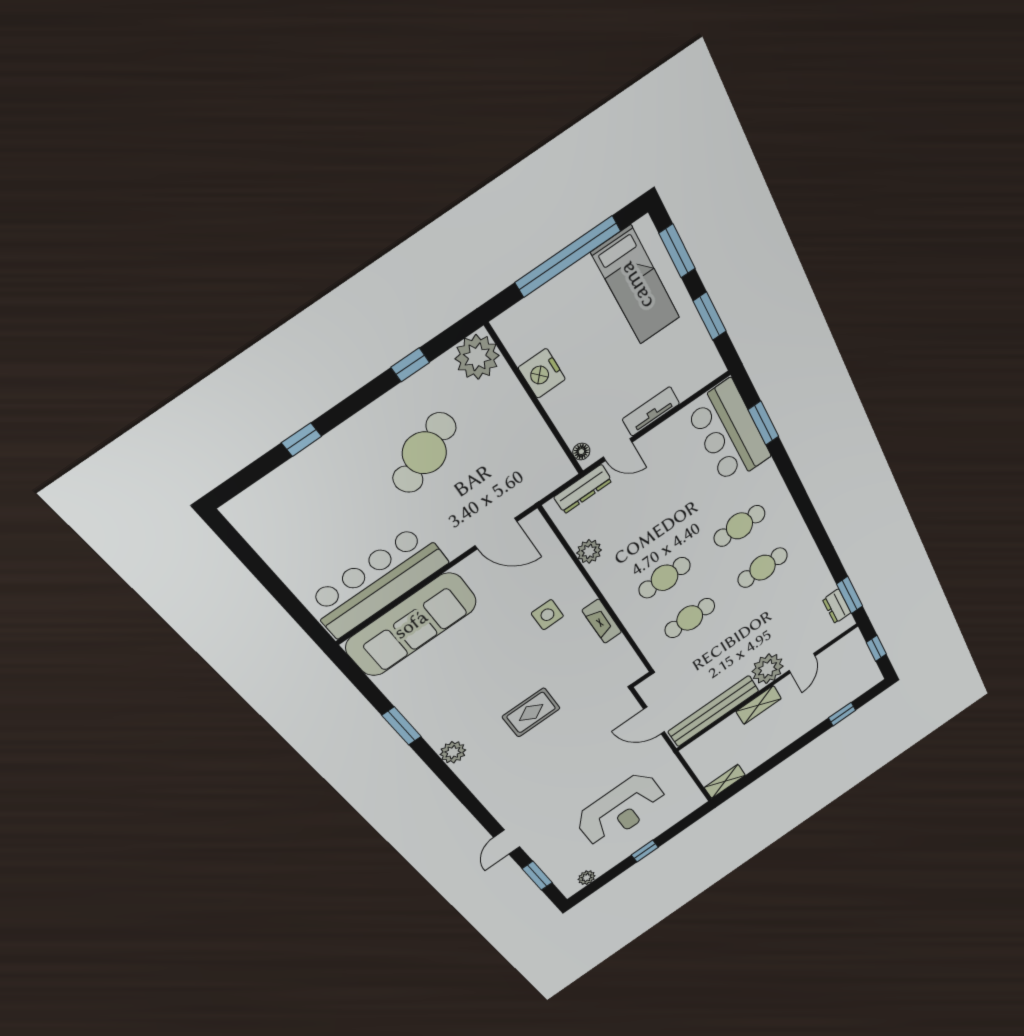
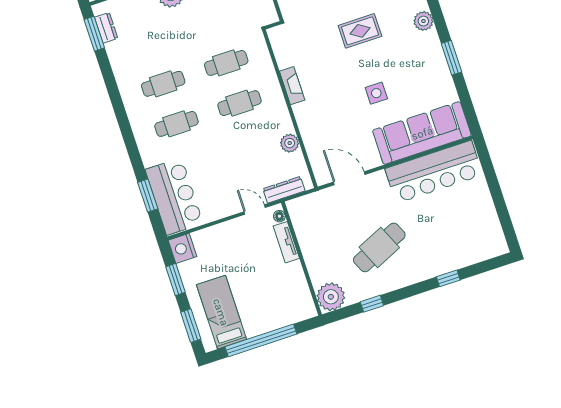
nightstand: (542, 373) -> (183, 248), moved, turned 180
tv unit: (651, 411) -> (286, 242), moved, turned 90
side table: (547, 615) -> (376, 93), moved

